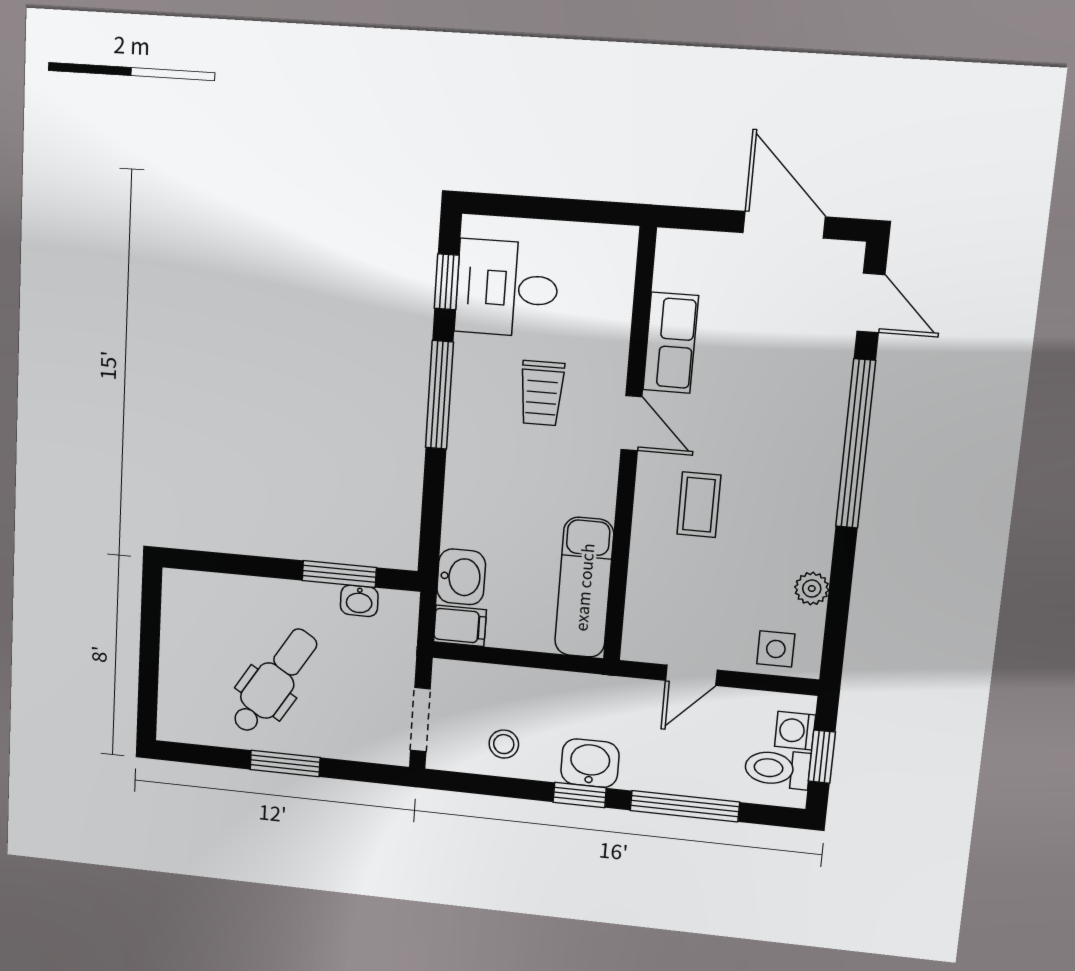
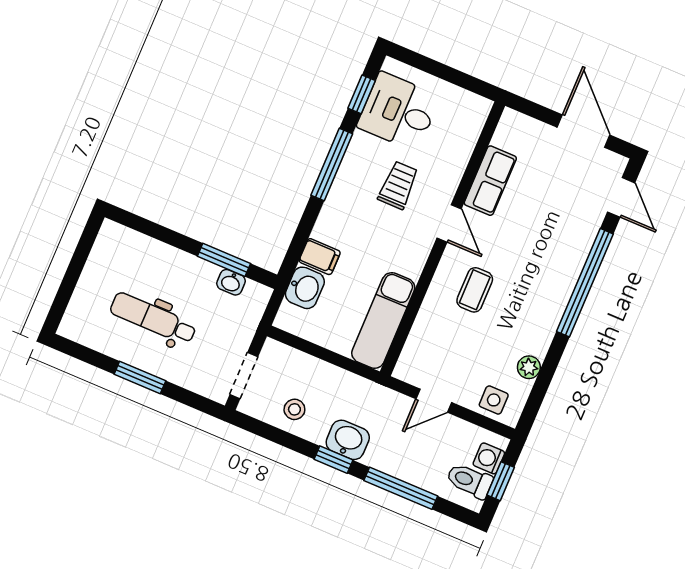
trolley: (542, 393) -> (398, 185), turned 180
filing cabinet: (460, 626) -> (320, 257), moved
dental chair: (274, 681) -> (153, 318), turned -122

